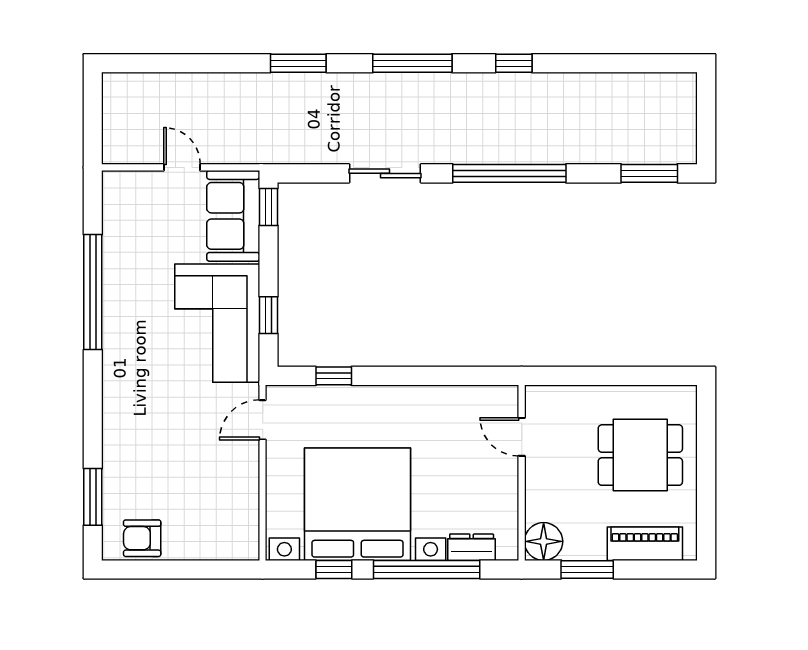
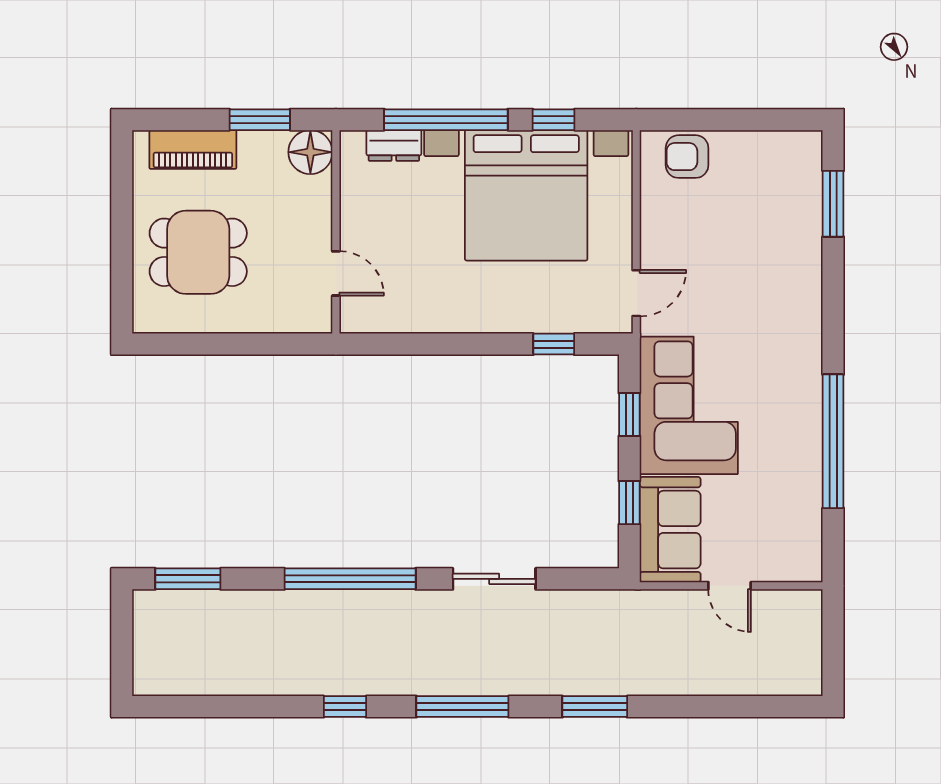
window: (268, 207) -> (629, 503), moved
armchair: (142, 538) -> (687, 157), moved, turned 180

